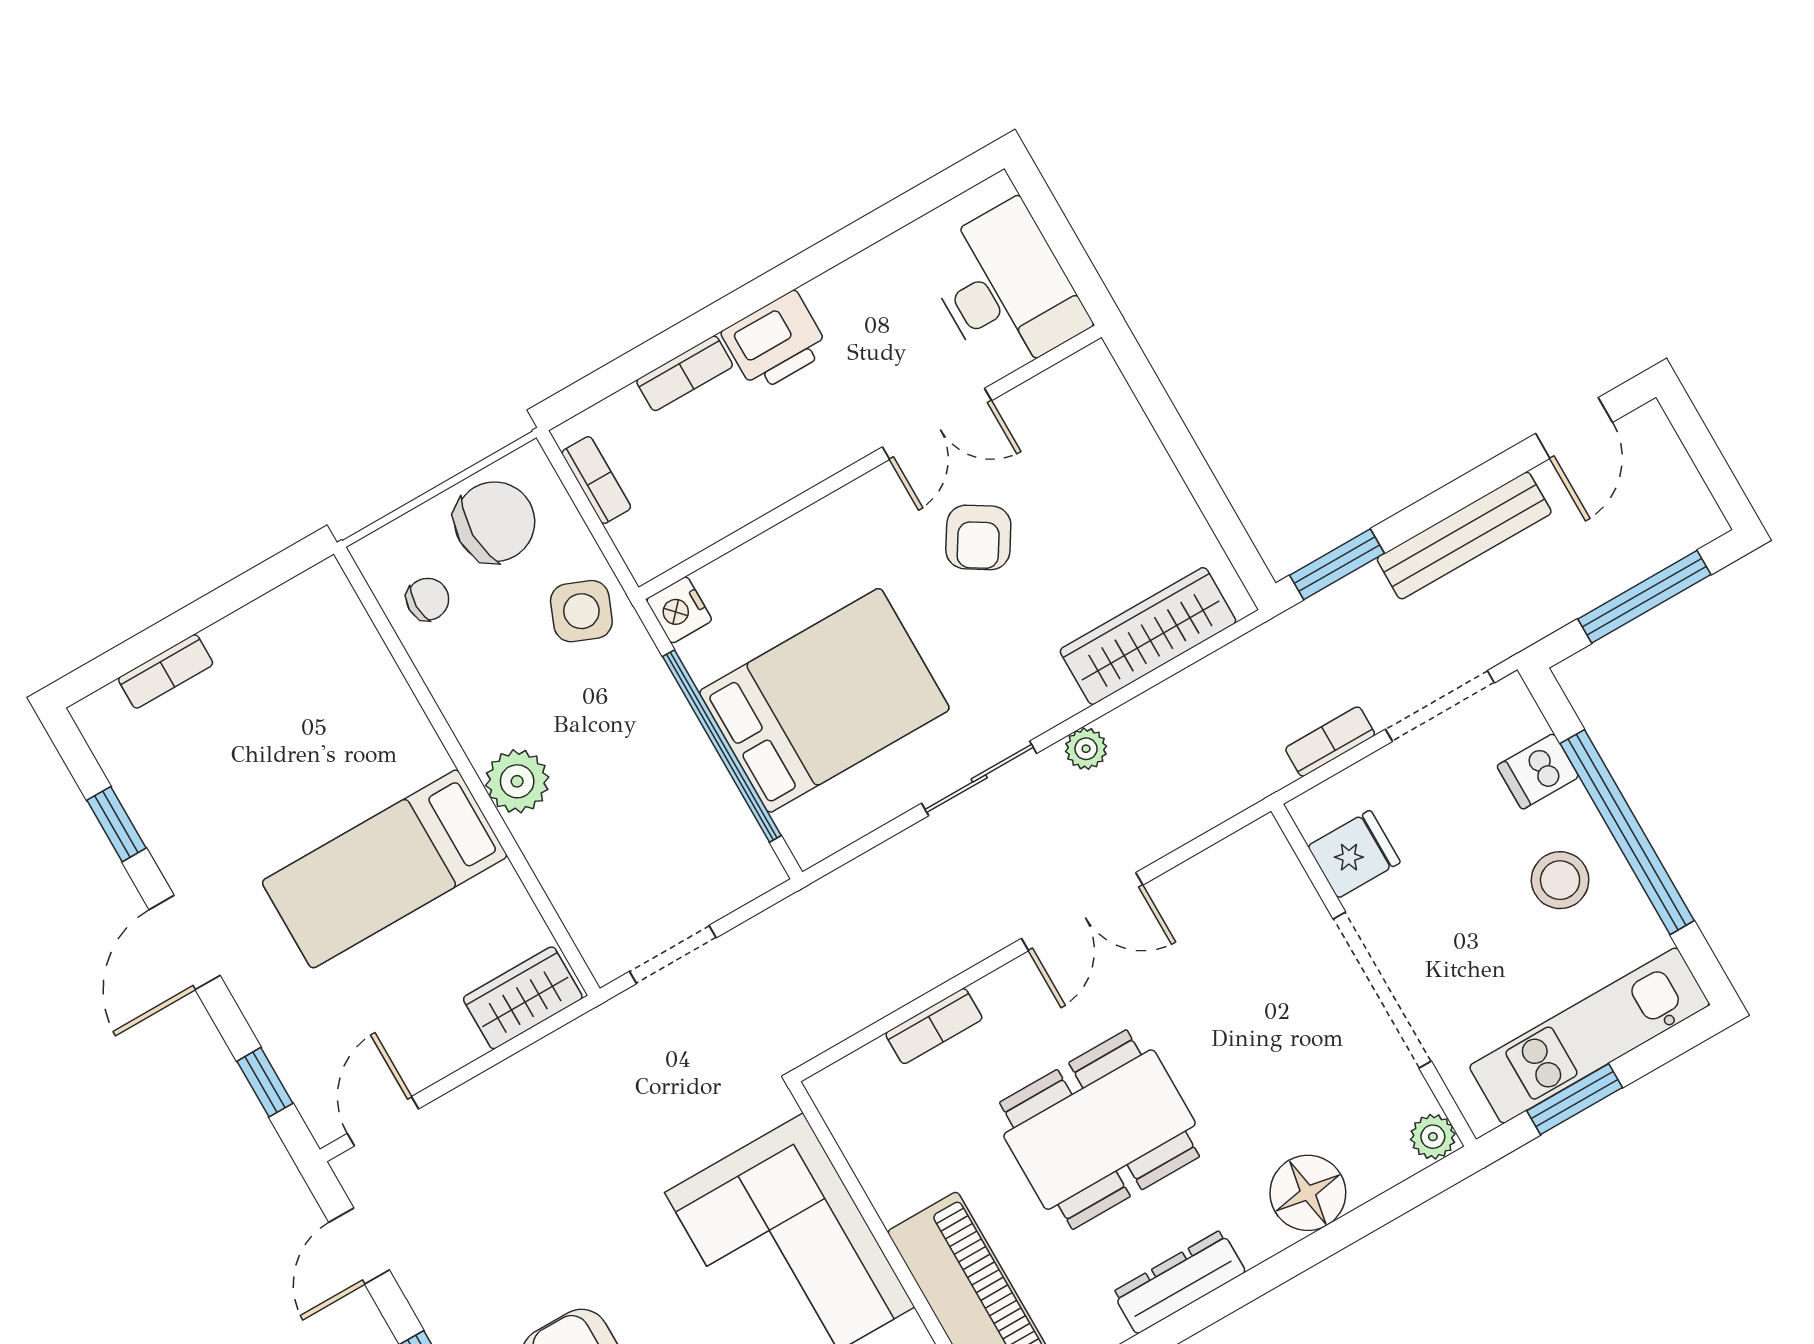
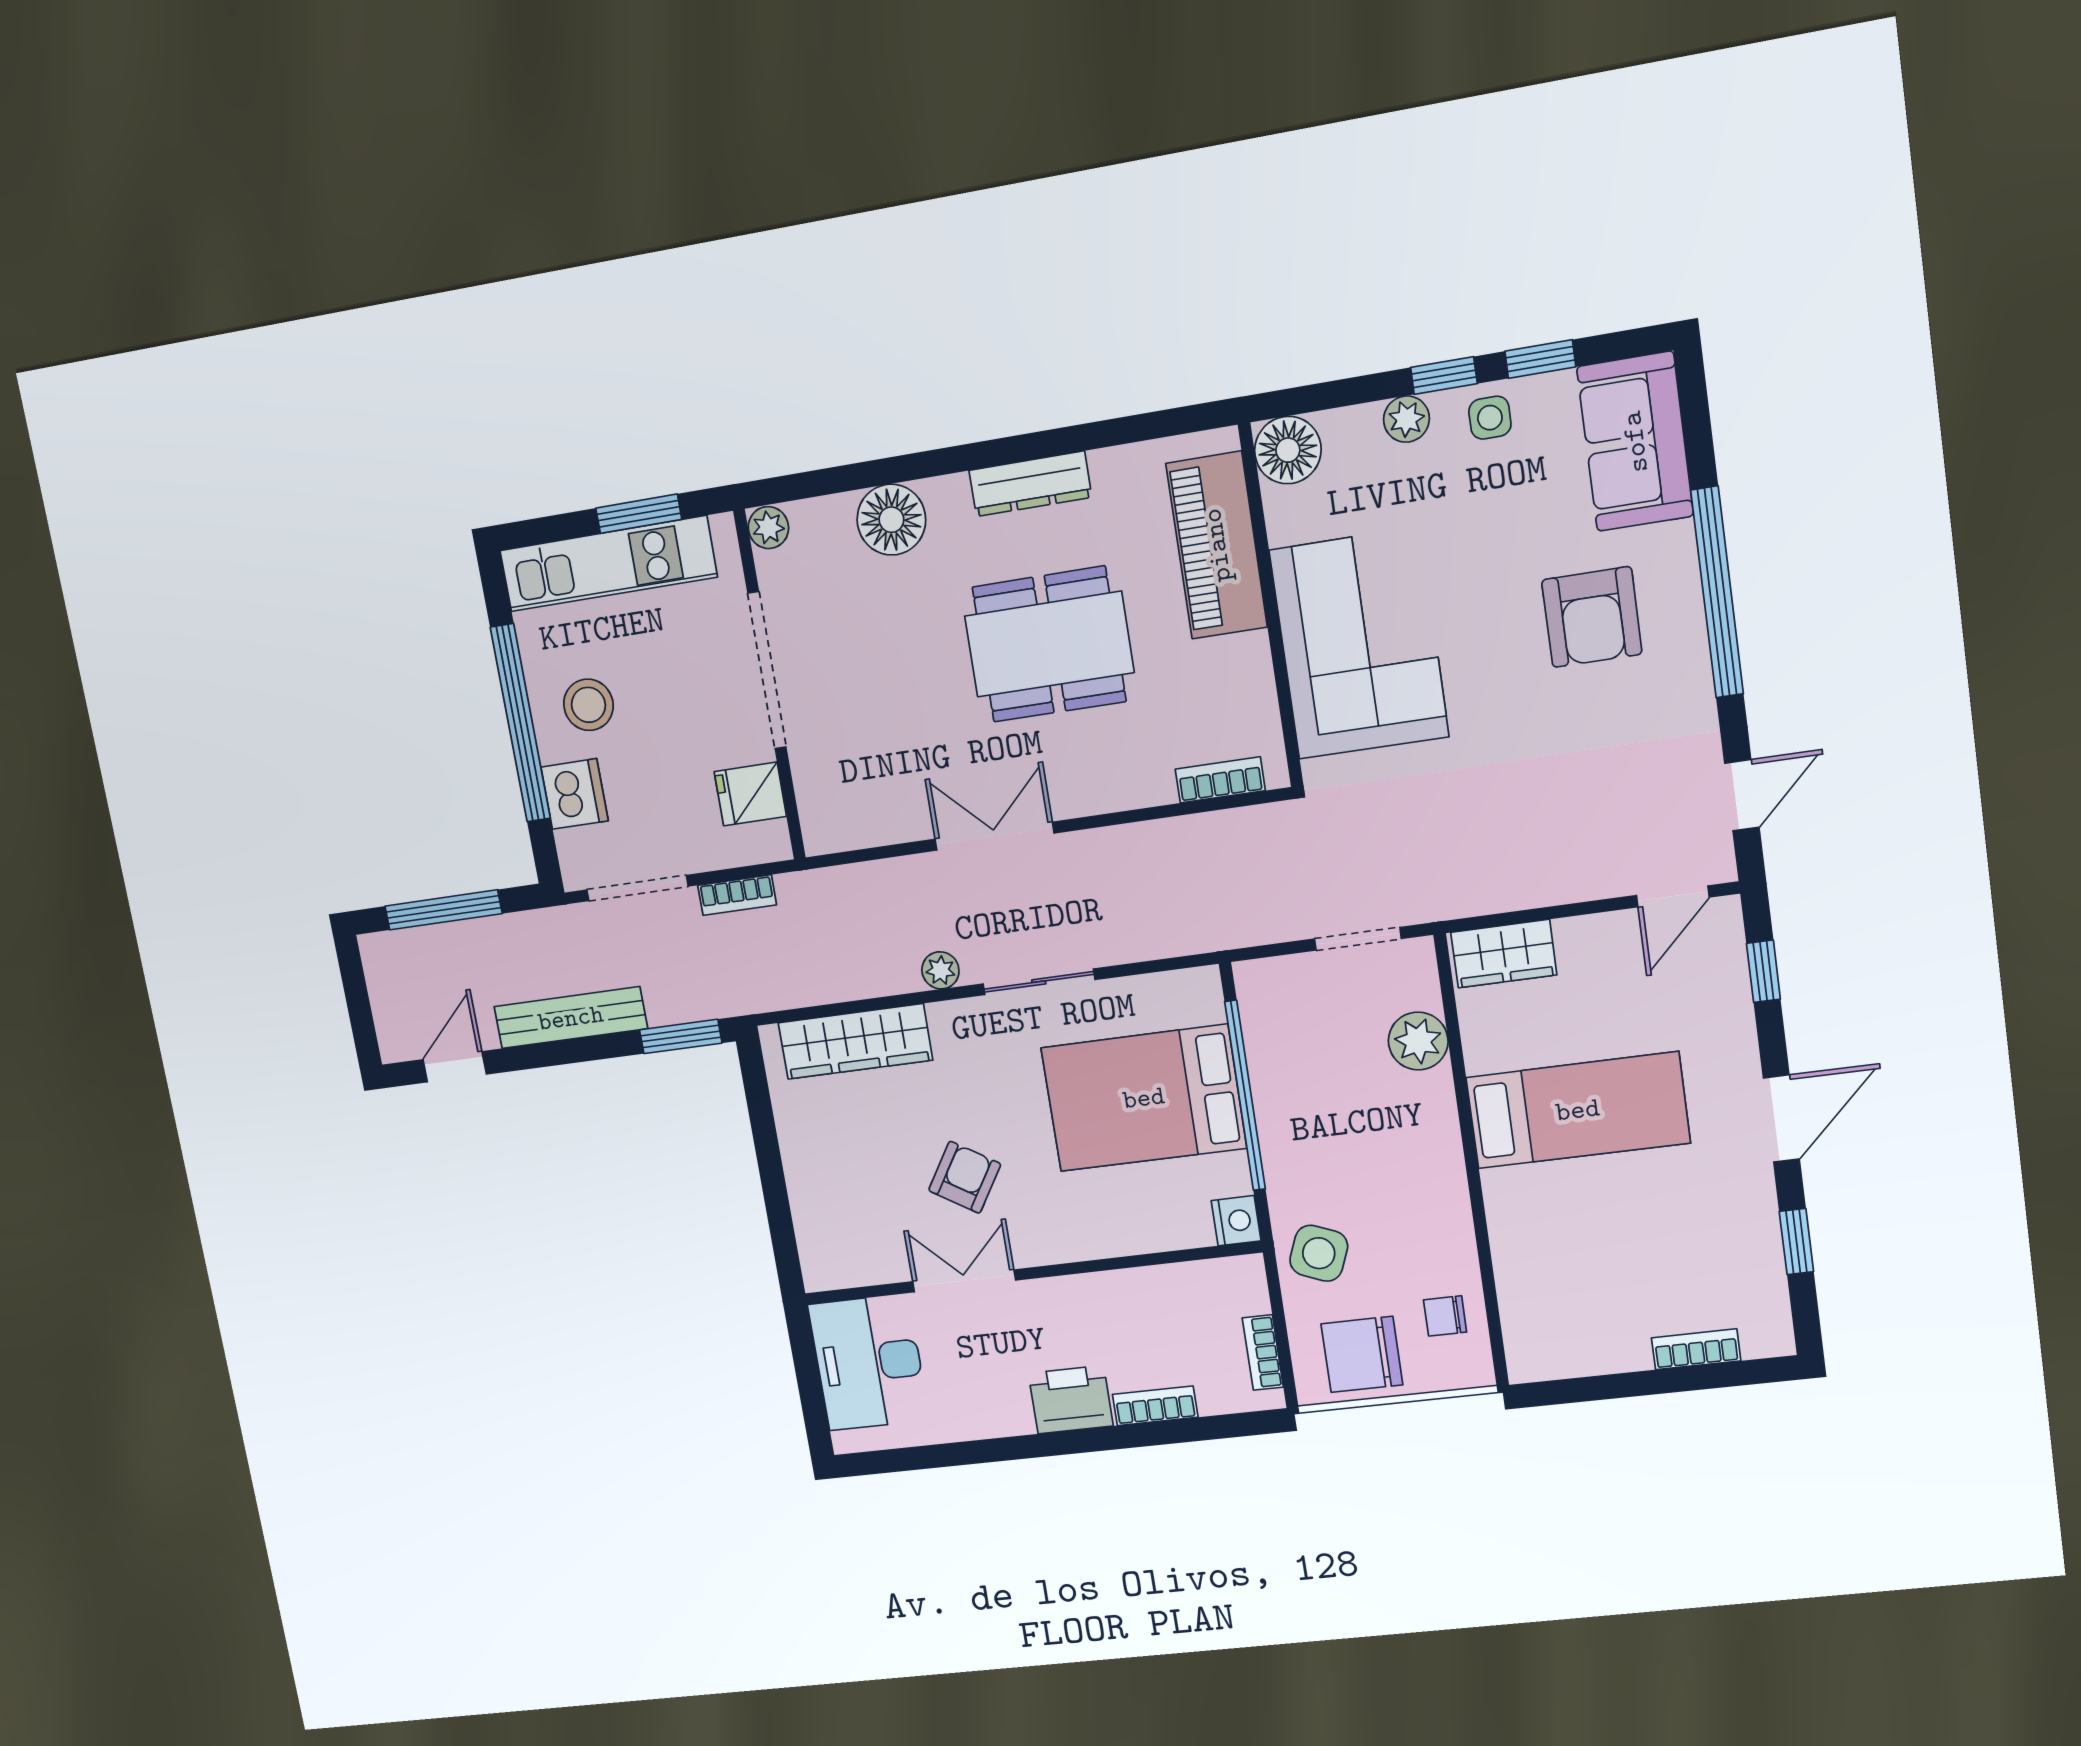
dishwasher: (1538, 771) -> (575, 794), width x1.38
plant: (517, 781) -> (1418, 1041), moved
bookcase: (934, 1026) -> (1220, 780), moved

